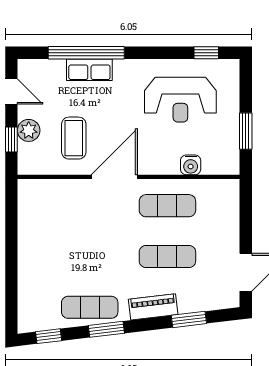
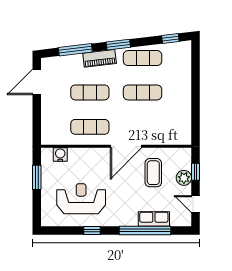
window: (206, 53) -> (92, 231), moved
row of seats: (89, 70) -> (154, 219), moved
water cooler: (191, 165) -> (60, 155), moved
exercise mat: (90, 256) -> (143, 92), added
window: (189, 319) -> (75, 50), width x1.44
window: (106, 329) -> (118, 45), moved

